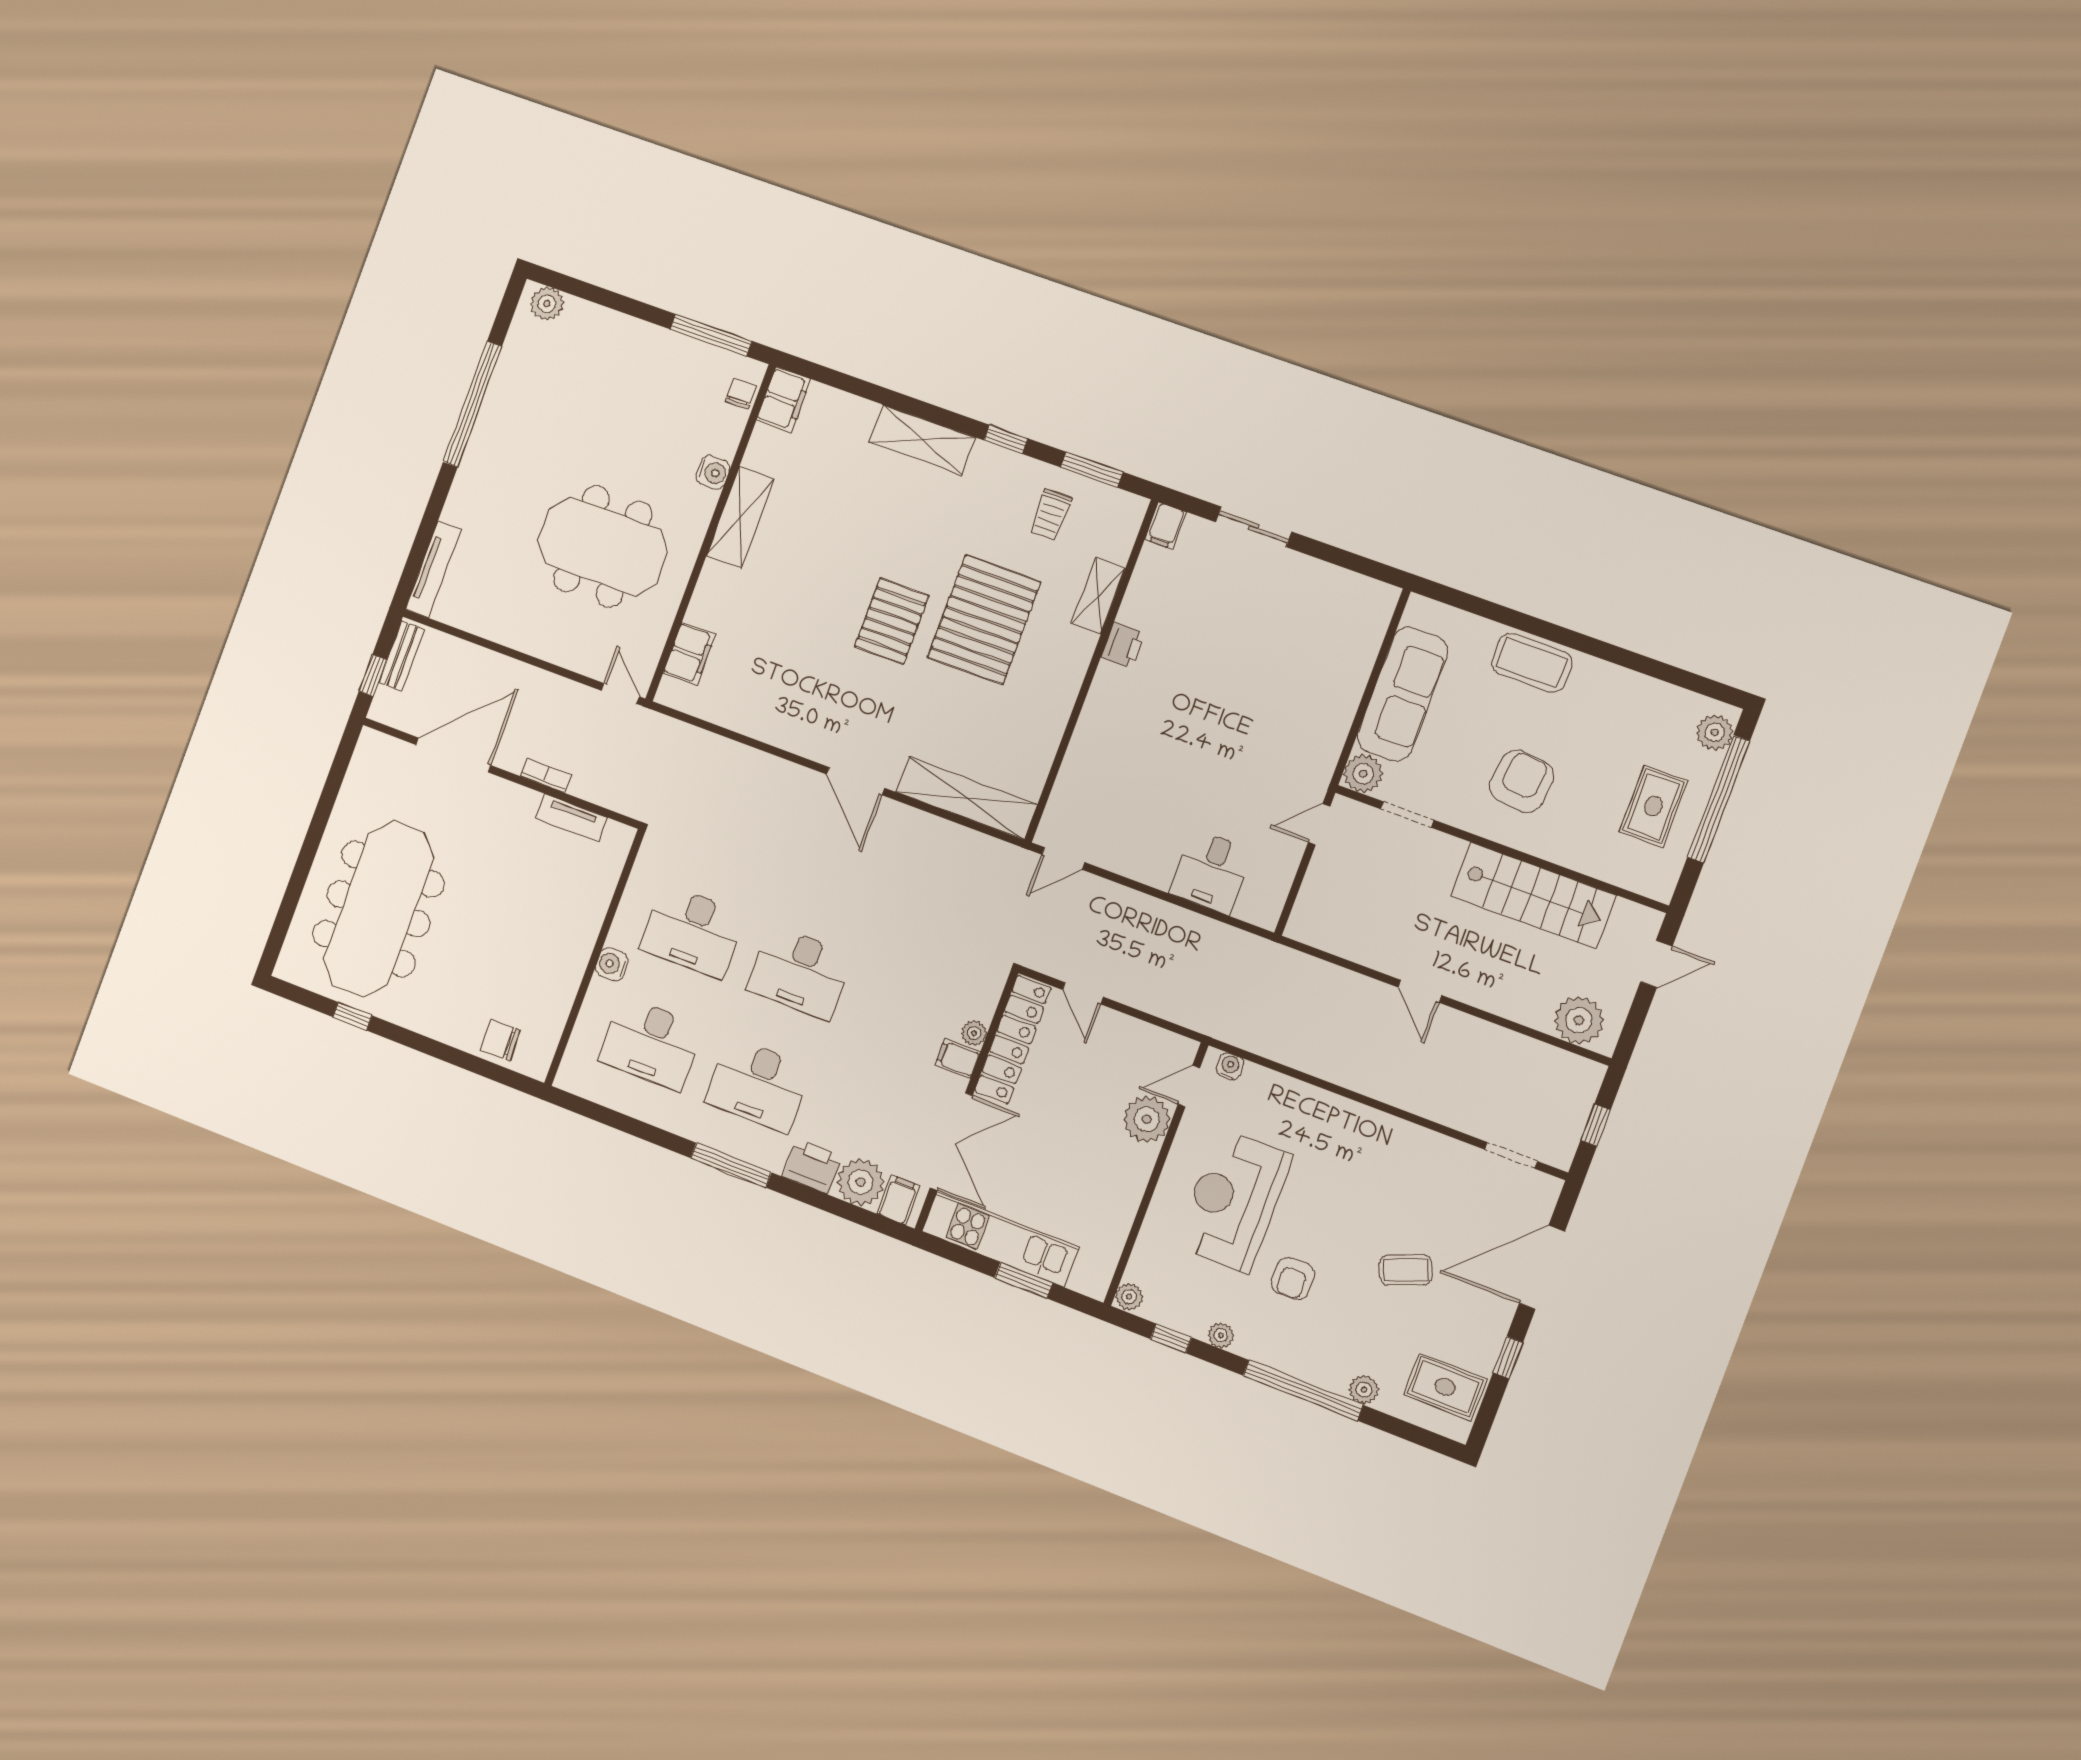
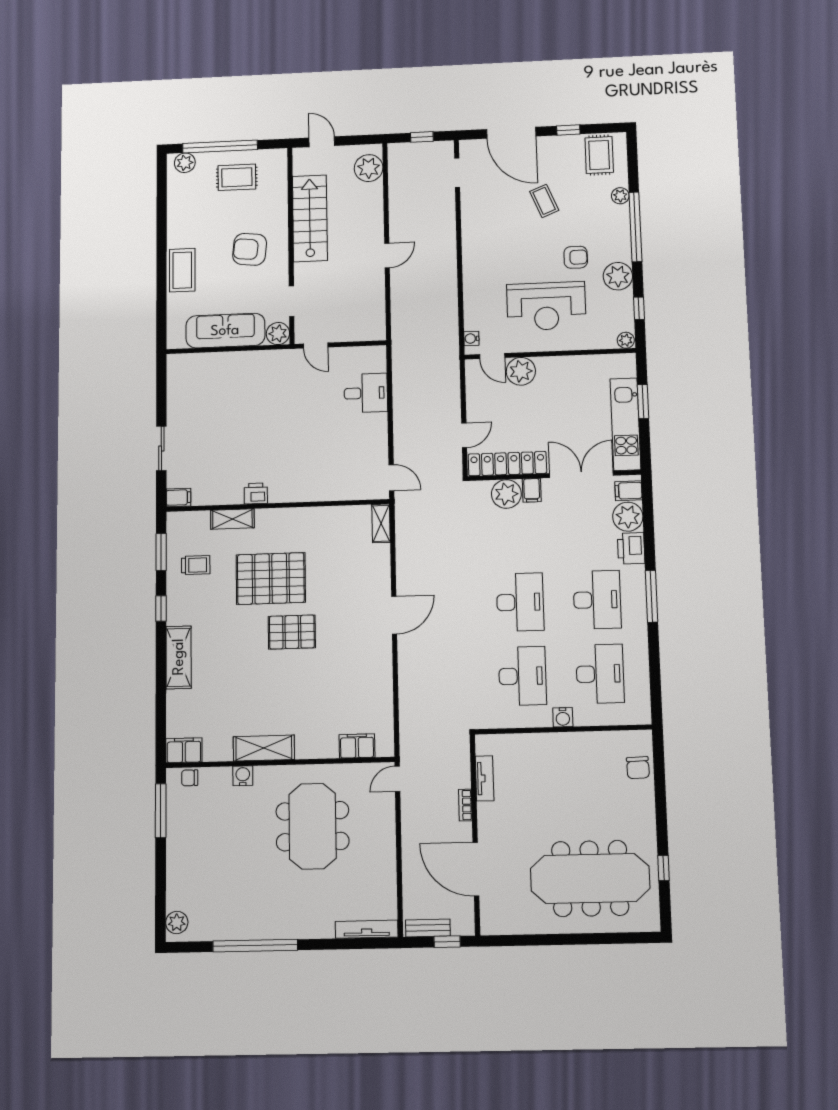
shelving: (966, 798) -> (381, 523), width x0.45, depth x0.75
plant: (974, 1033) -> (506, 494), width x1.88, depth x1.88
plant: (1221, 1335) -> (618, 276), width x1.88, depth x1.88

